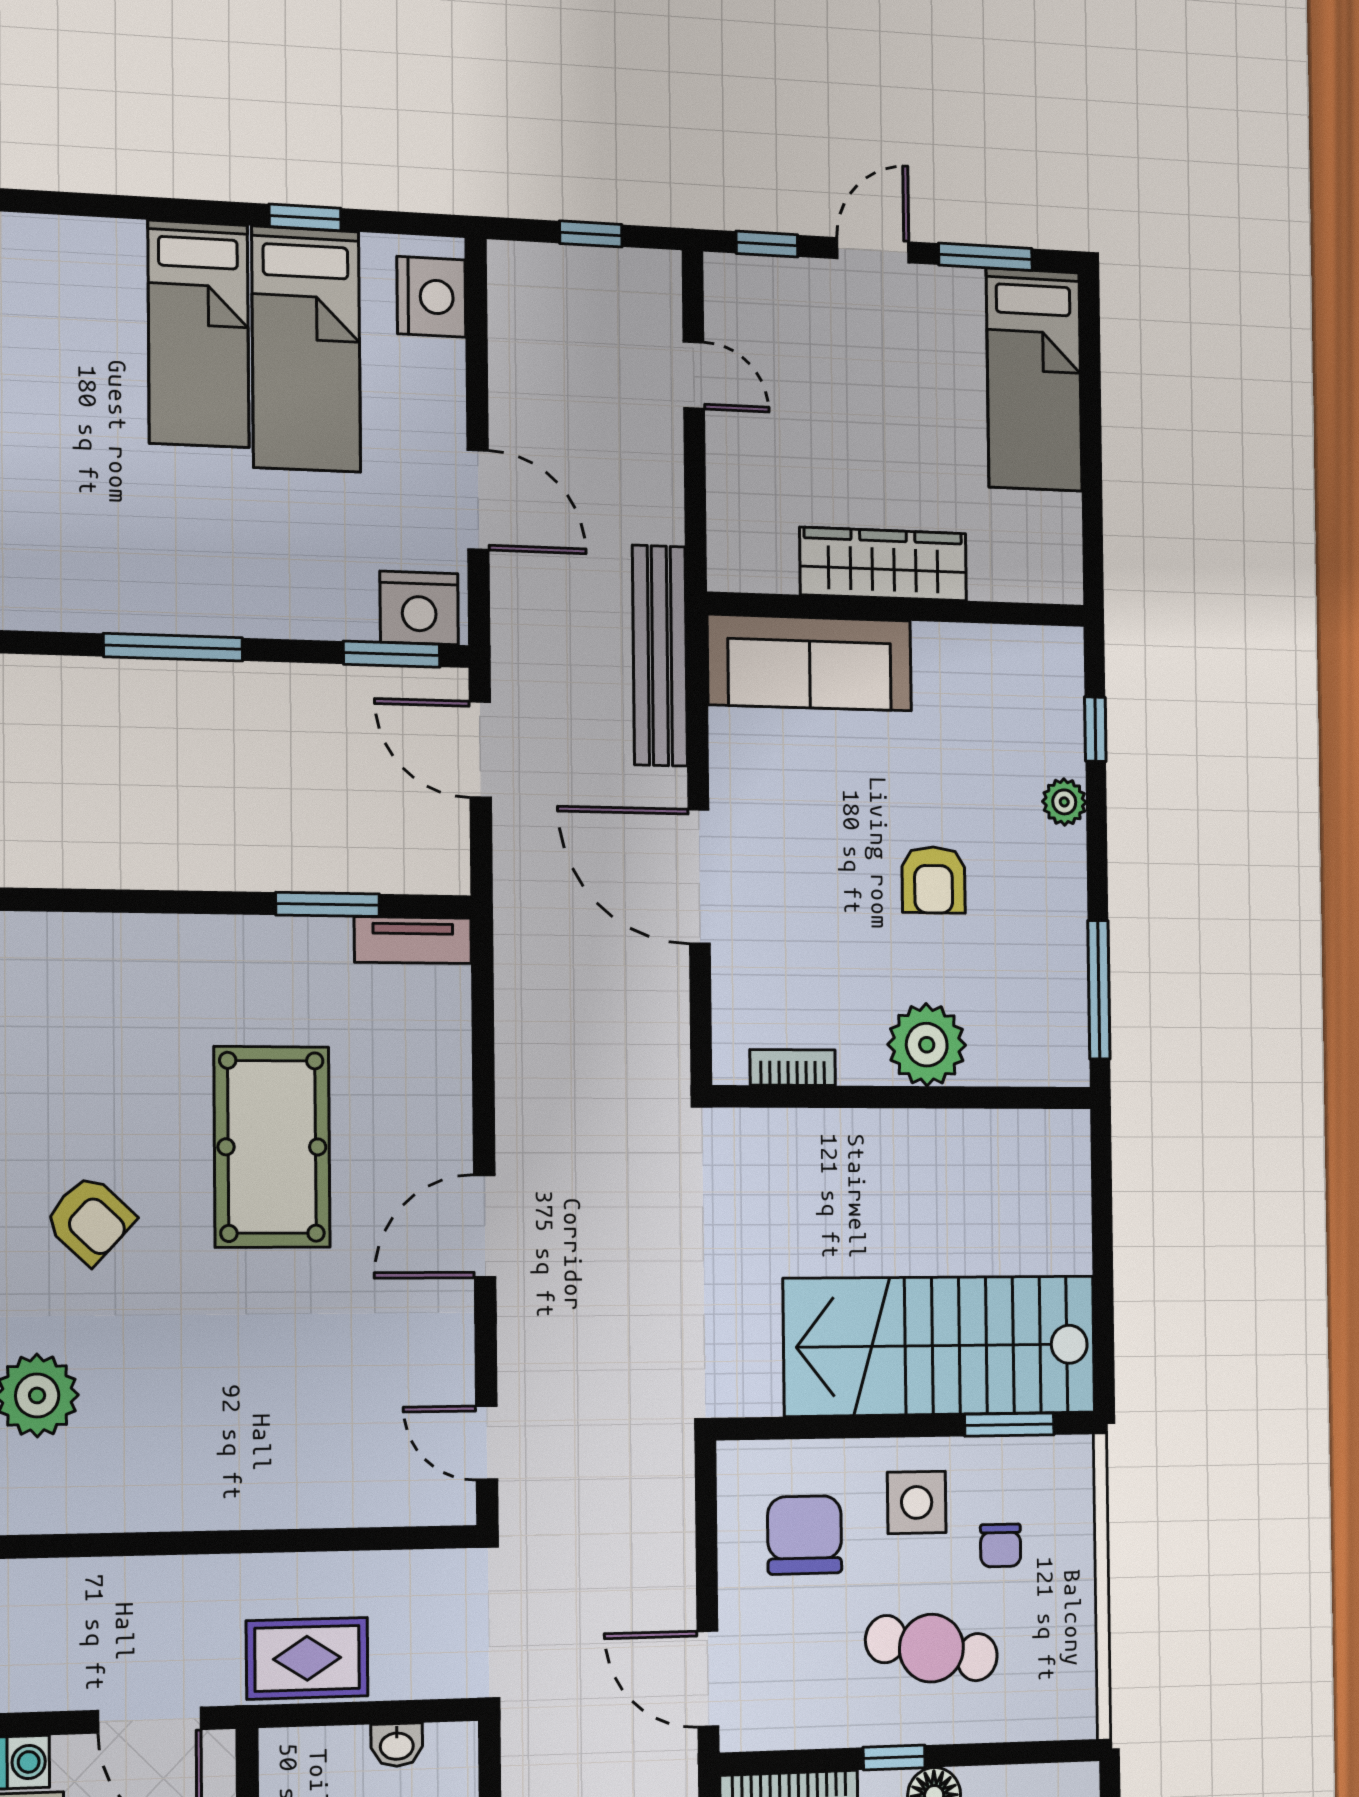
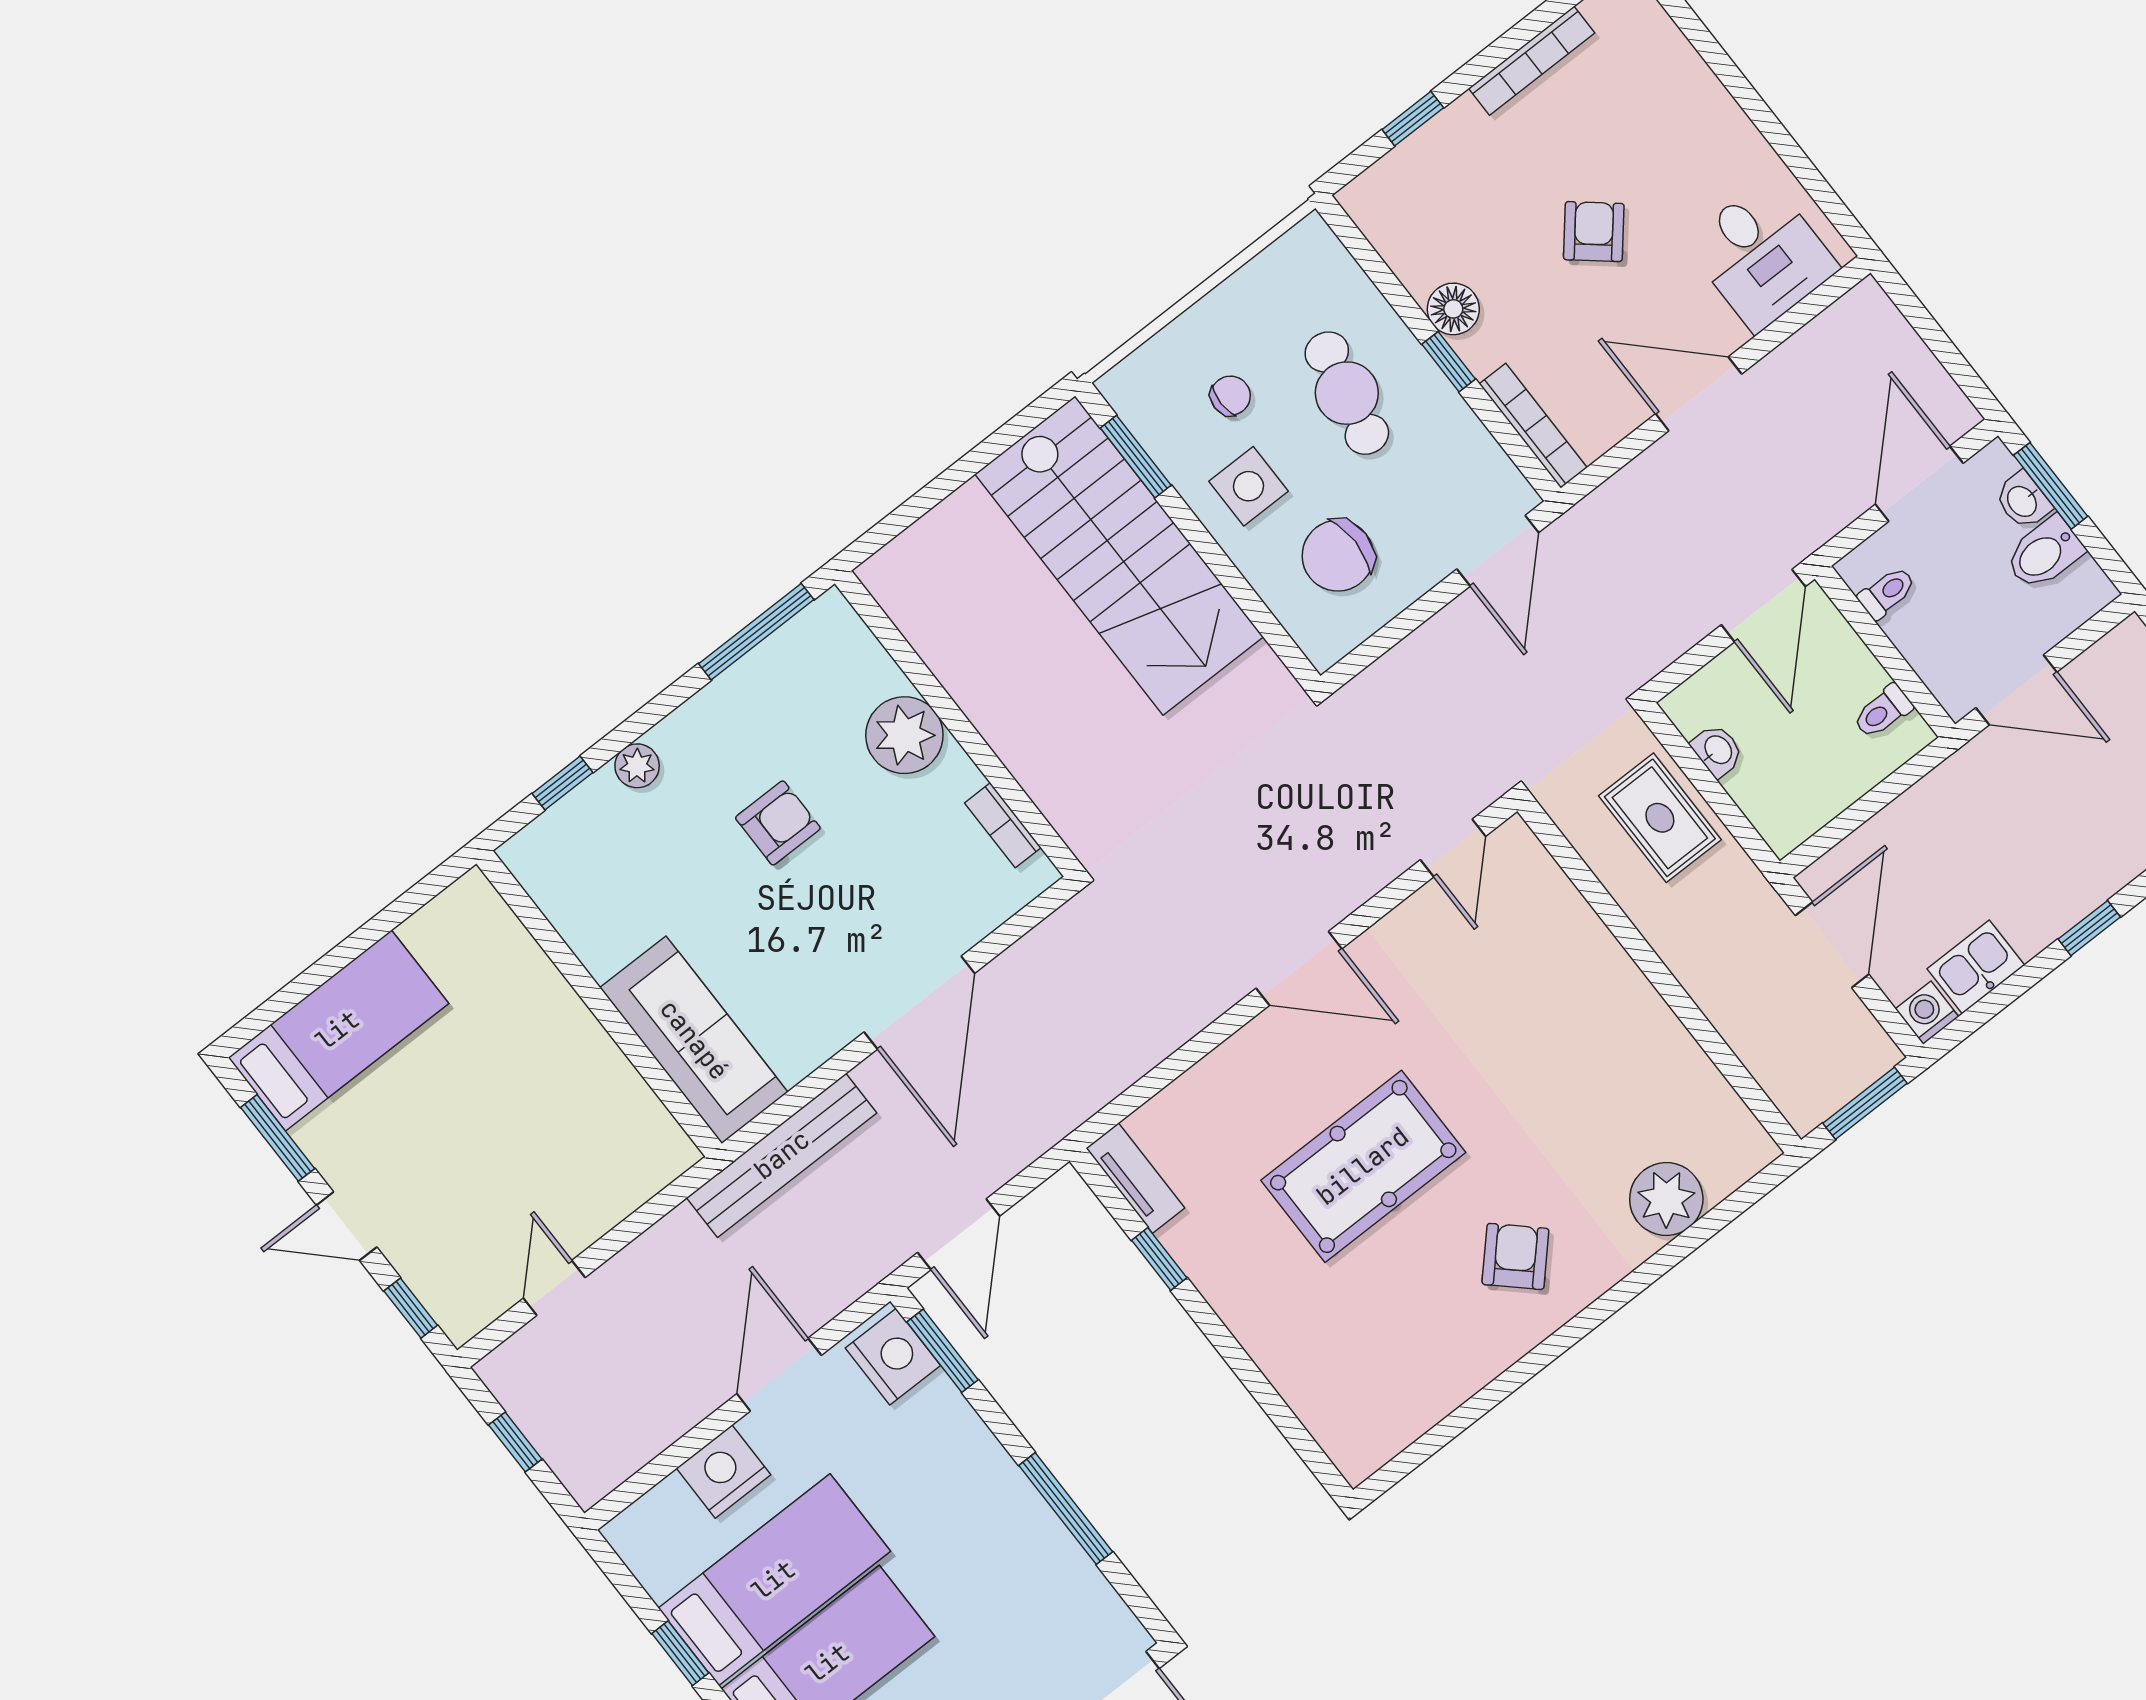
nightstand: (431, 297) -> (724, 1471), moved
wardrobe: (883, 564) -> (574, 1040), removed
window: (328, 904) -> (1159, 1259), width x0.67
rug: (307, 1658) -> (1660, 818), moved

